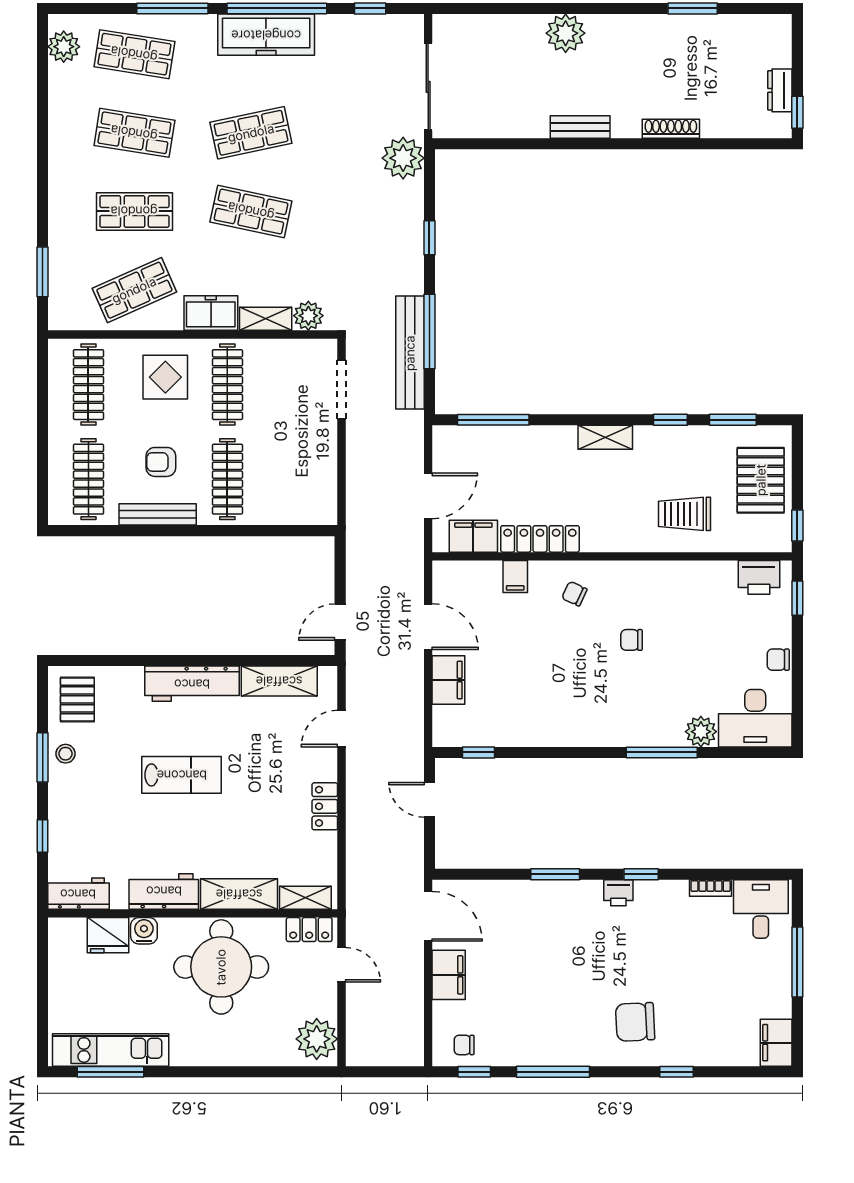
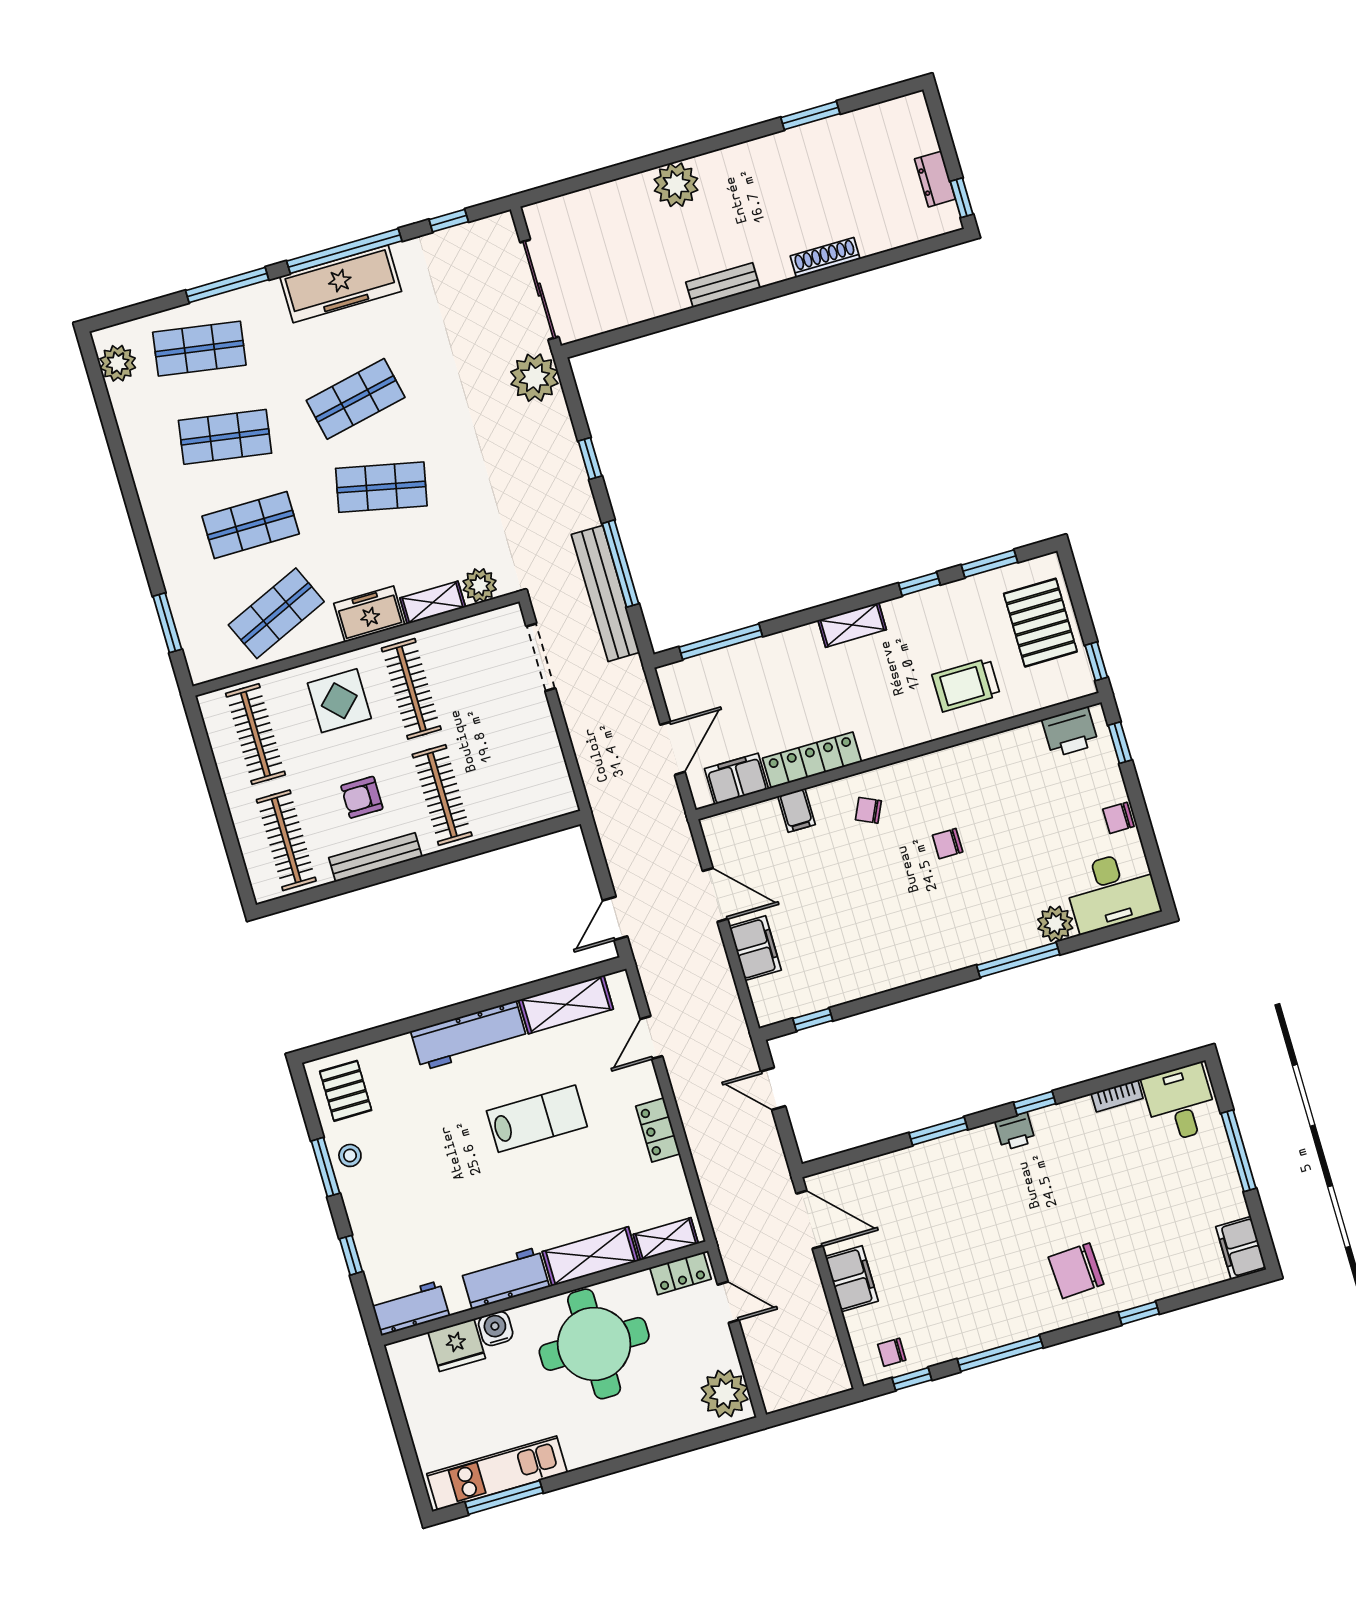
lab bench: (182, 775) -> (537, 1119), moved

